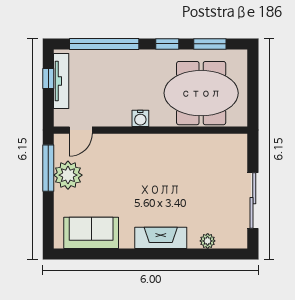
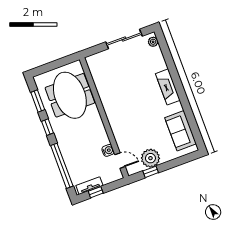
tv unit: (61, 81) -> (89, 186), width x0.71
water cooler: (140, 118) -> (108, 150), moved
window: (48, 168) -> (151, 172), width x0.46
plant: (208, 241) -> (153, 42), moved

